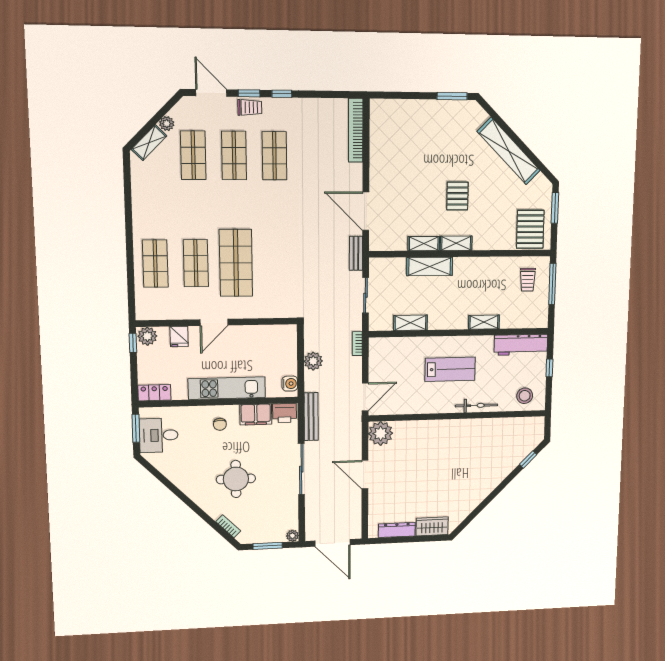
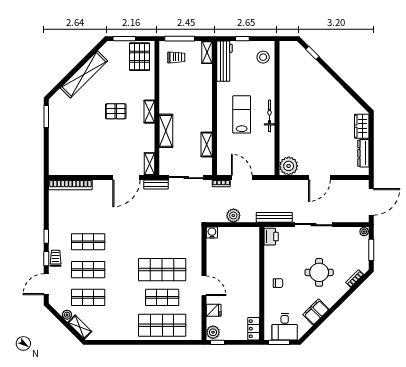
pallet: (530, 229) -> (140, 57), turned 90
shelving: (424, 244) -> (149, 164), moved
shop shelf: (155, 264) -> (162, 325), width x1.43, depth x1.36
sliding door: (366, 295) -> (186, 178), width x1.37
shelving: (484, 322) -> (207, 52), moved
water cooler: (290, 384) -> (212, 233), moved
kitchen unit: (227, 388) -> (252, 278), removed
door: (365, 397) -> (242, 178), moved
bicycle: (476, 405) -> (270, 116), moved
filing cabinet: (256, 415) -> (316, 312), moved, turned -135

